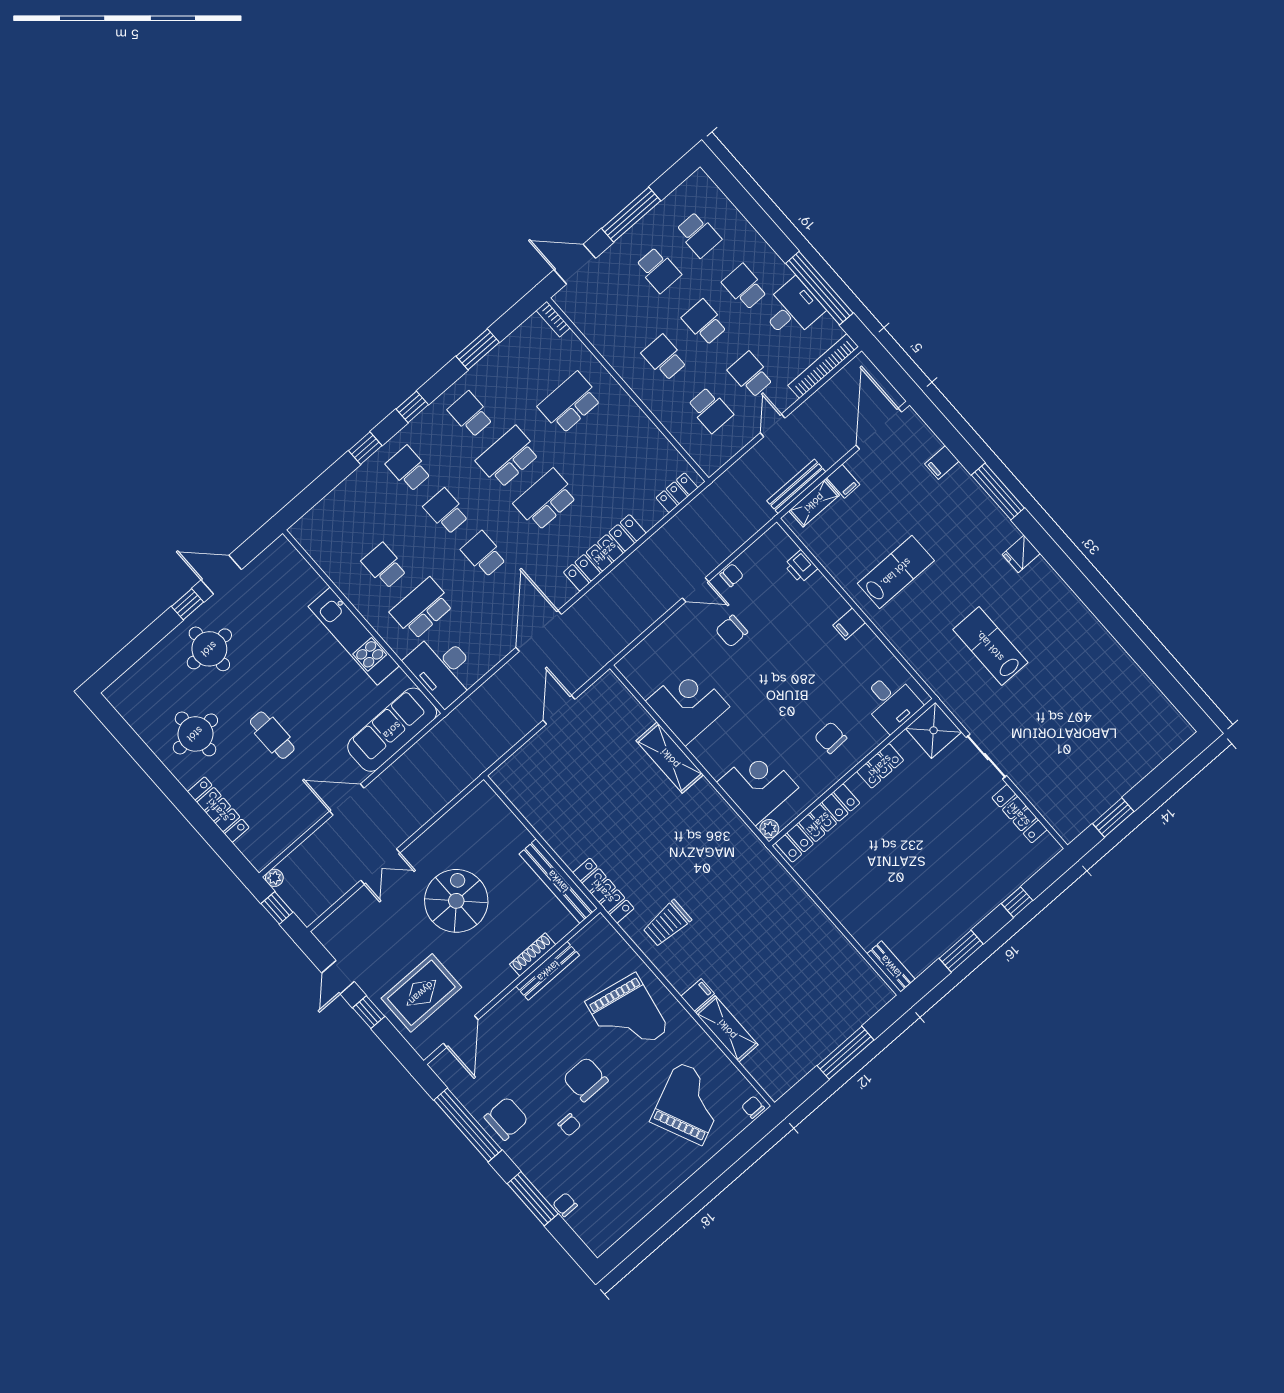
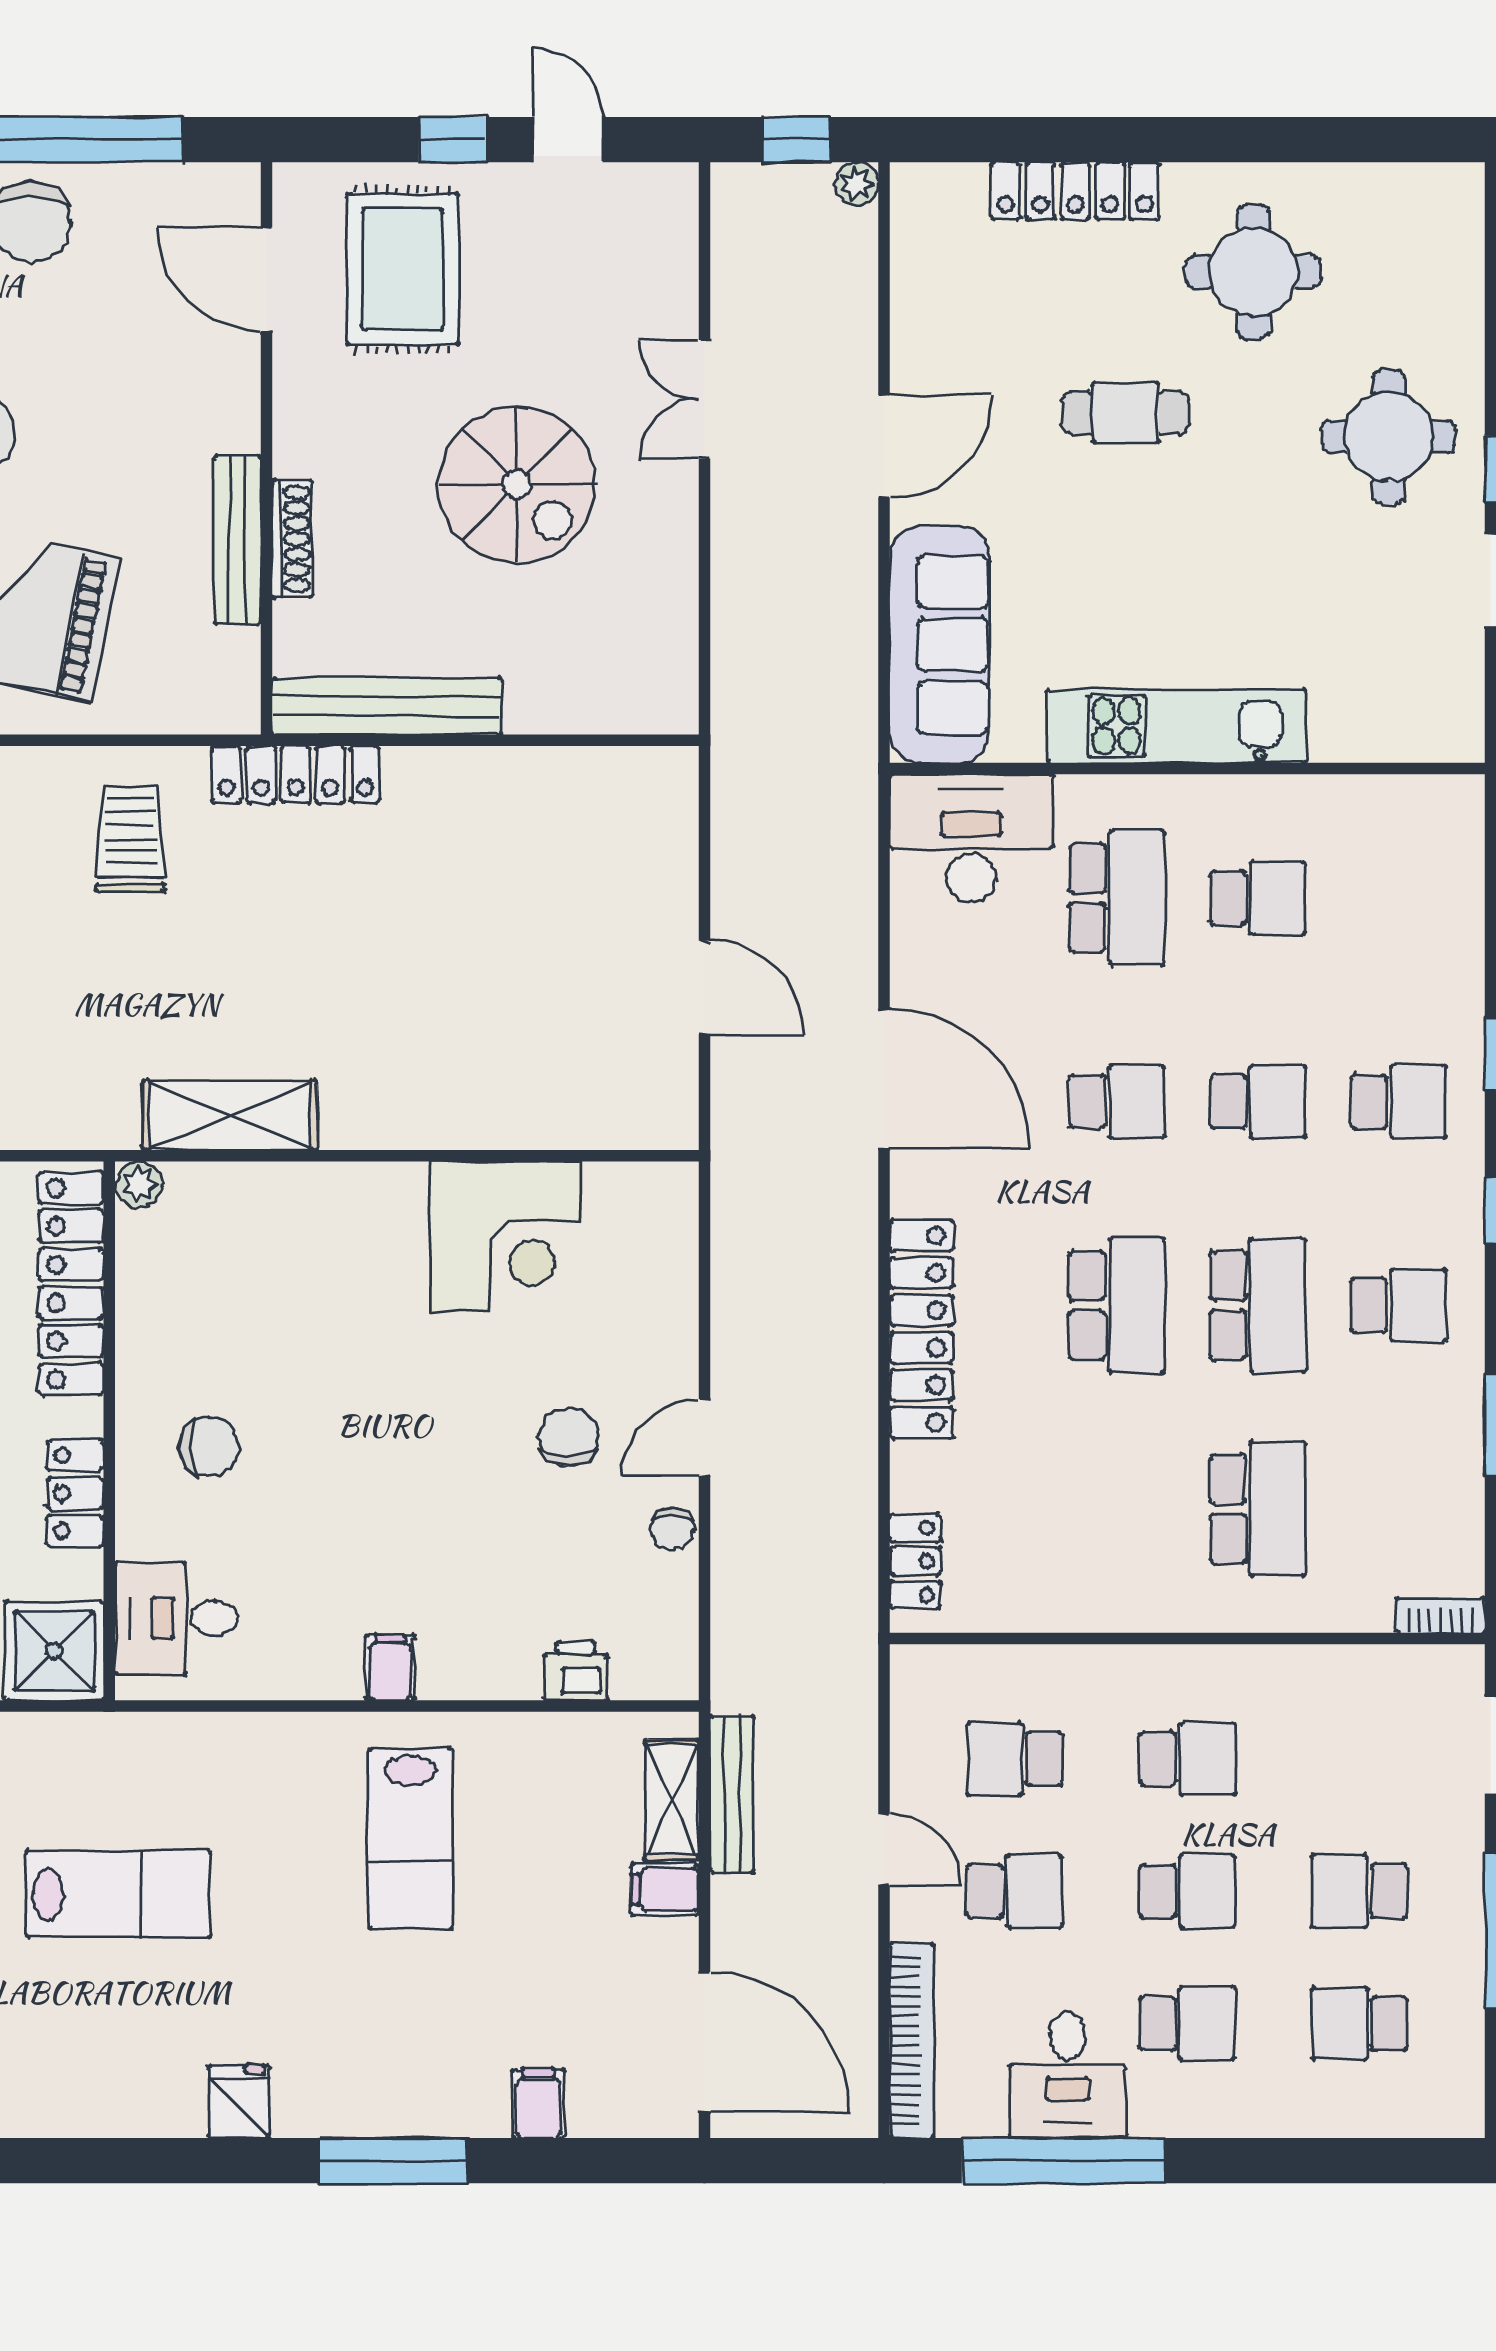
shelving: (670, 758) -> (230, 1115), moved
corner desk: (758, 785) -> (240, 1234), removed

